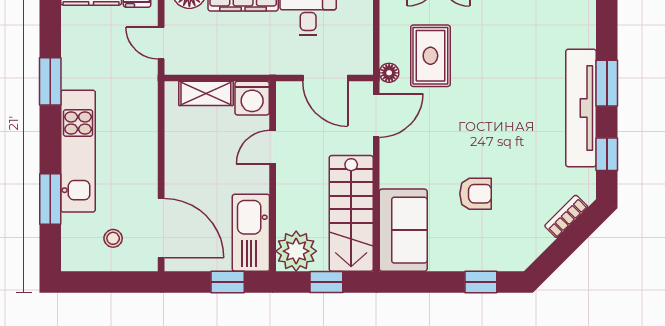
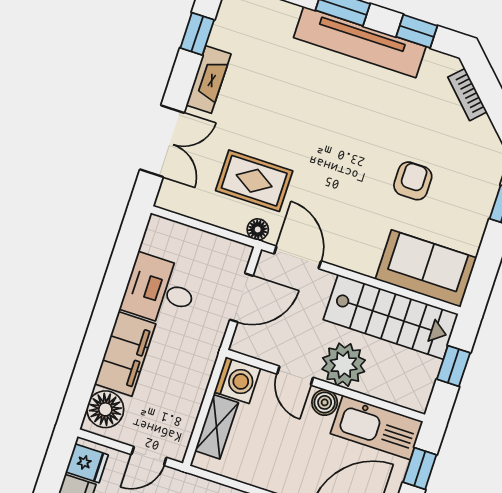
boiler: (258, 180) -> (325, 402), added
plant: (296, 251) -> (344, 365), moved

